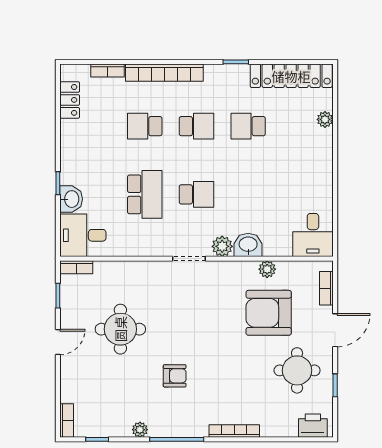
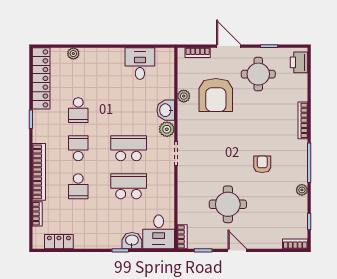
school desk: (196, 194) -> (129, 148), width x1.85
desk: (313, 235) -> (140, 64), moved, turned -90

